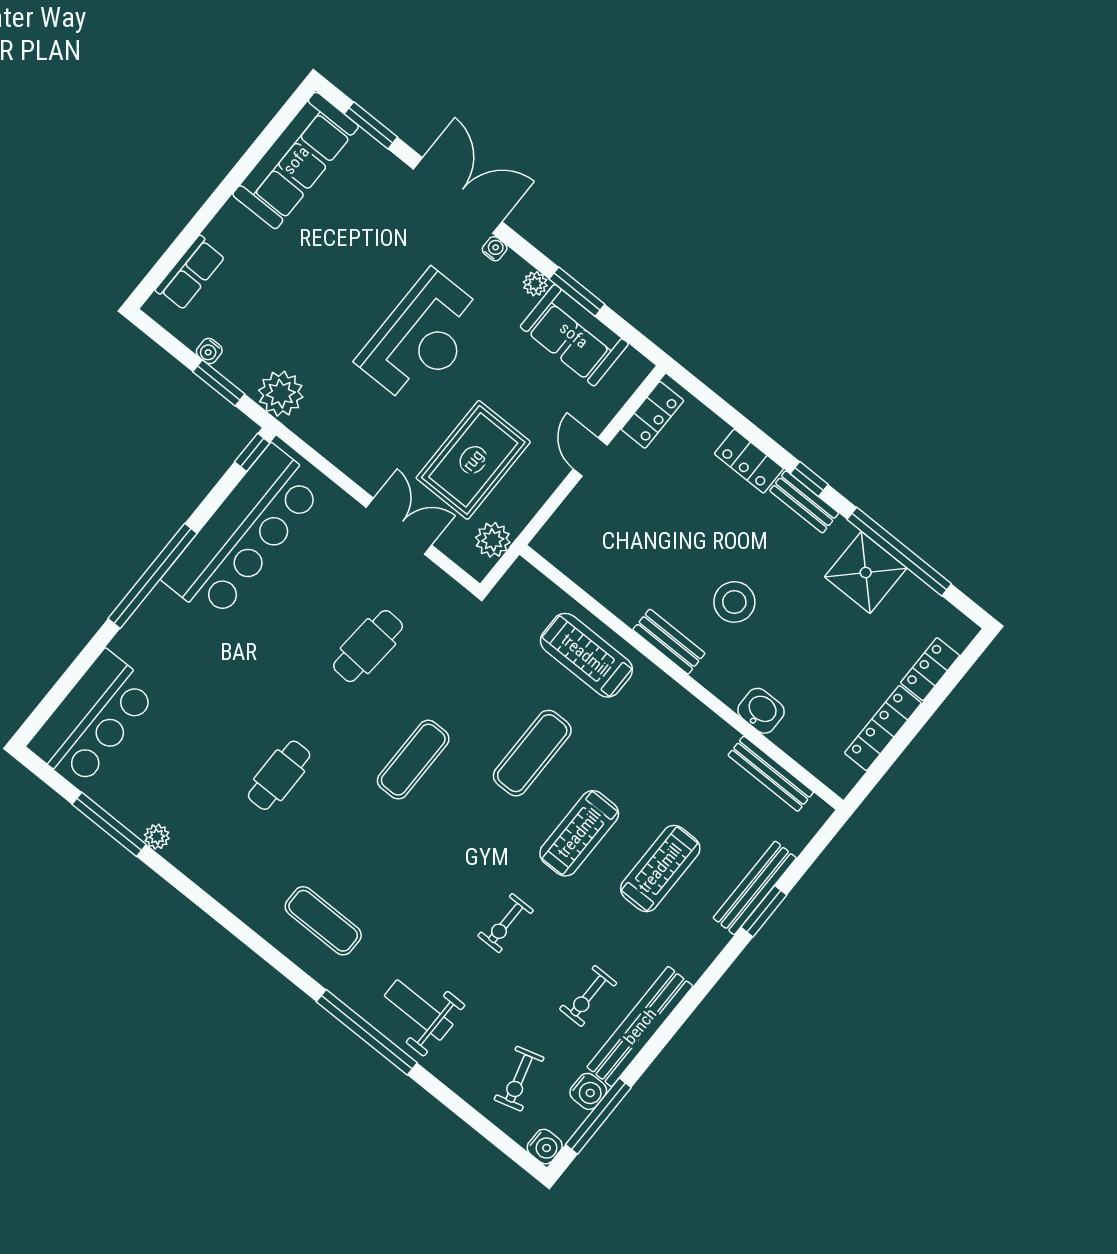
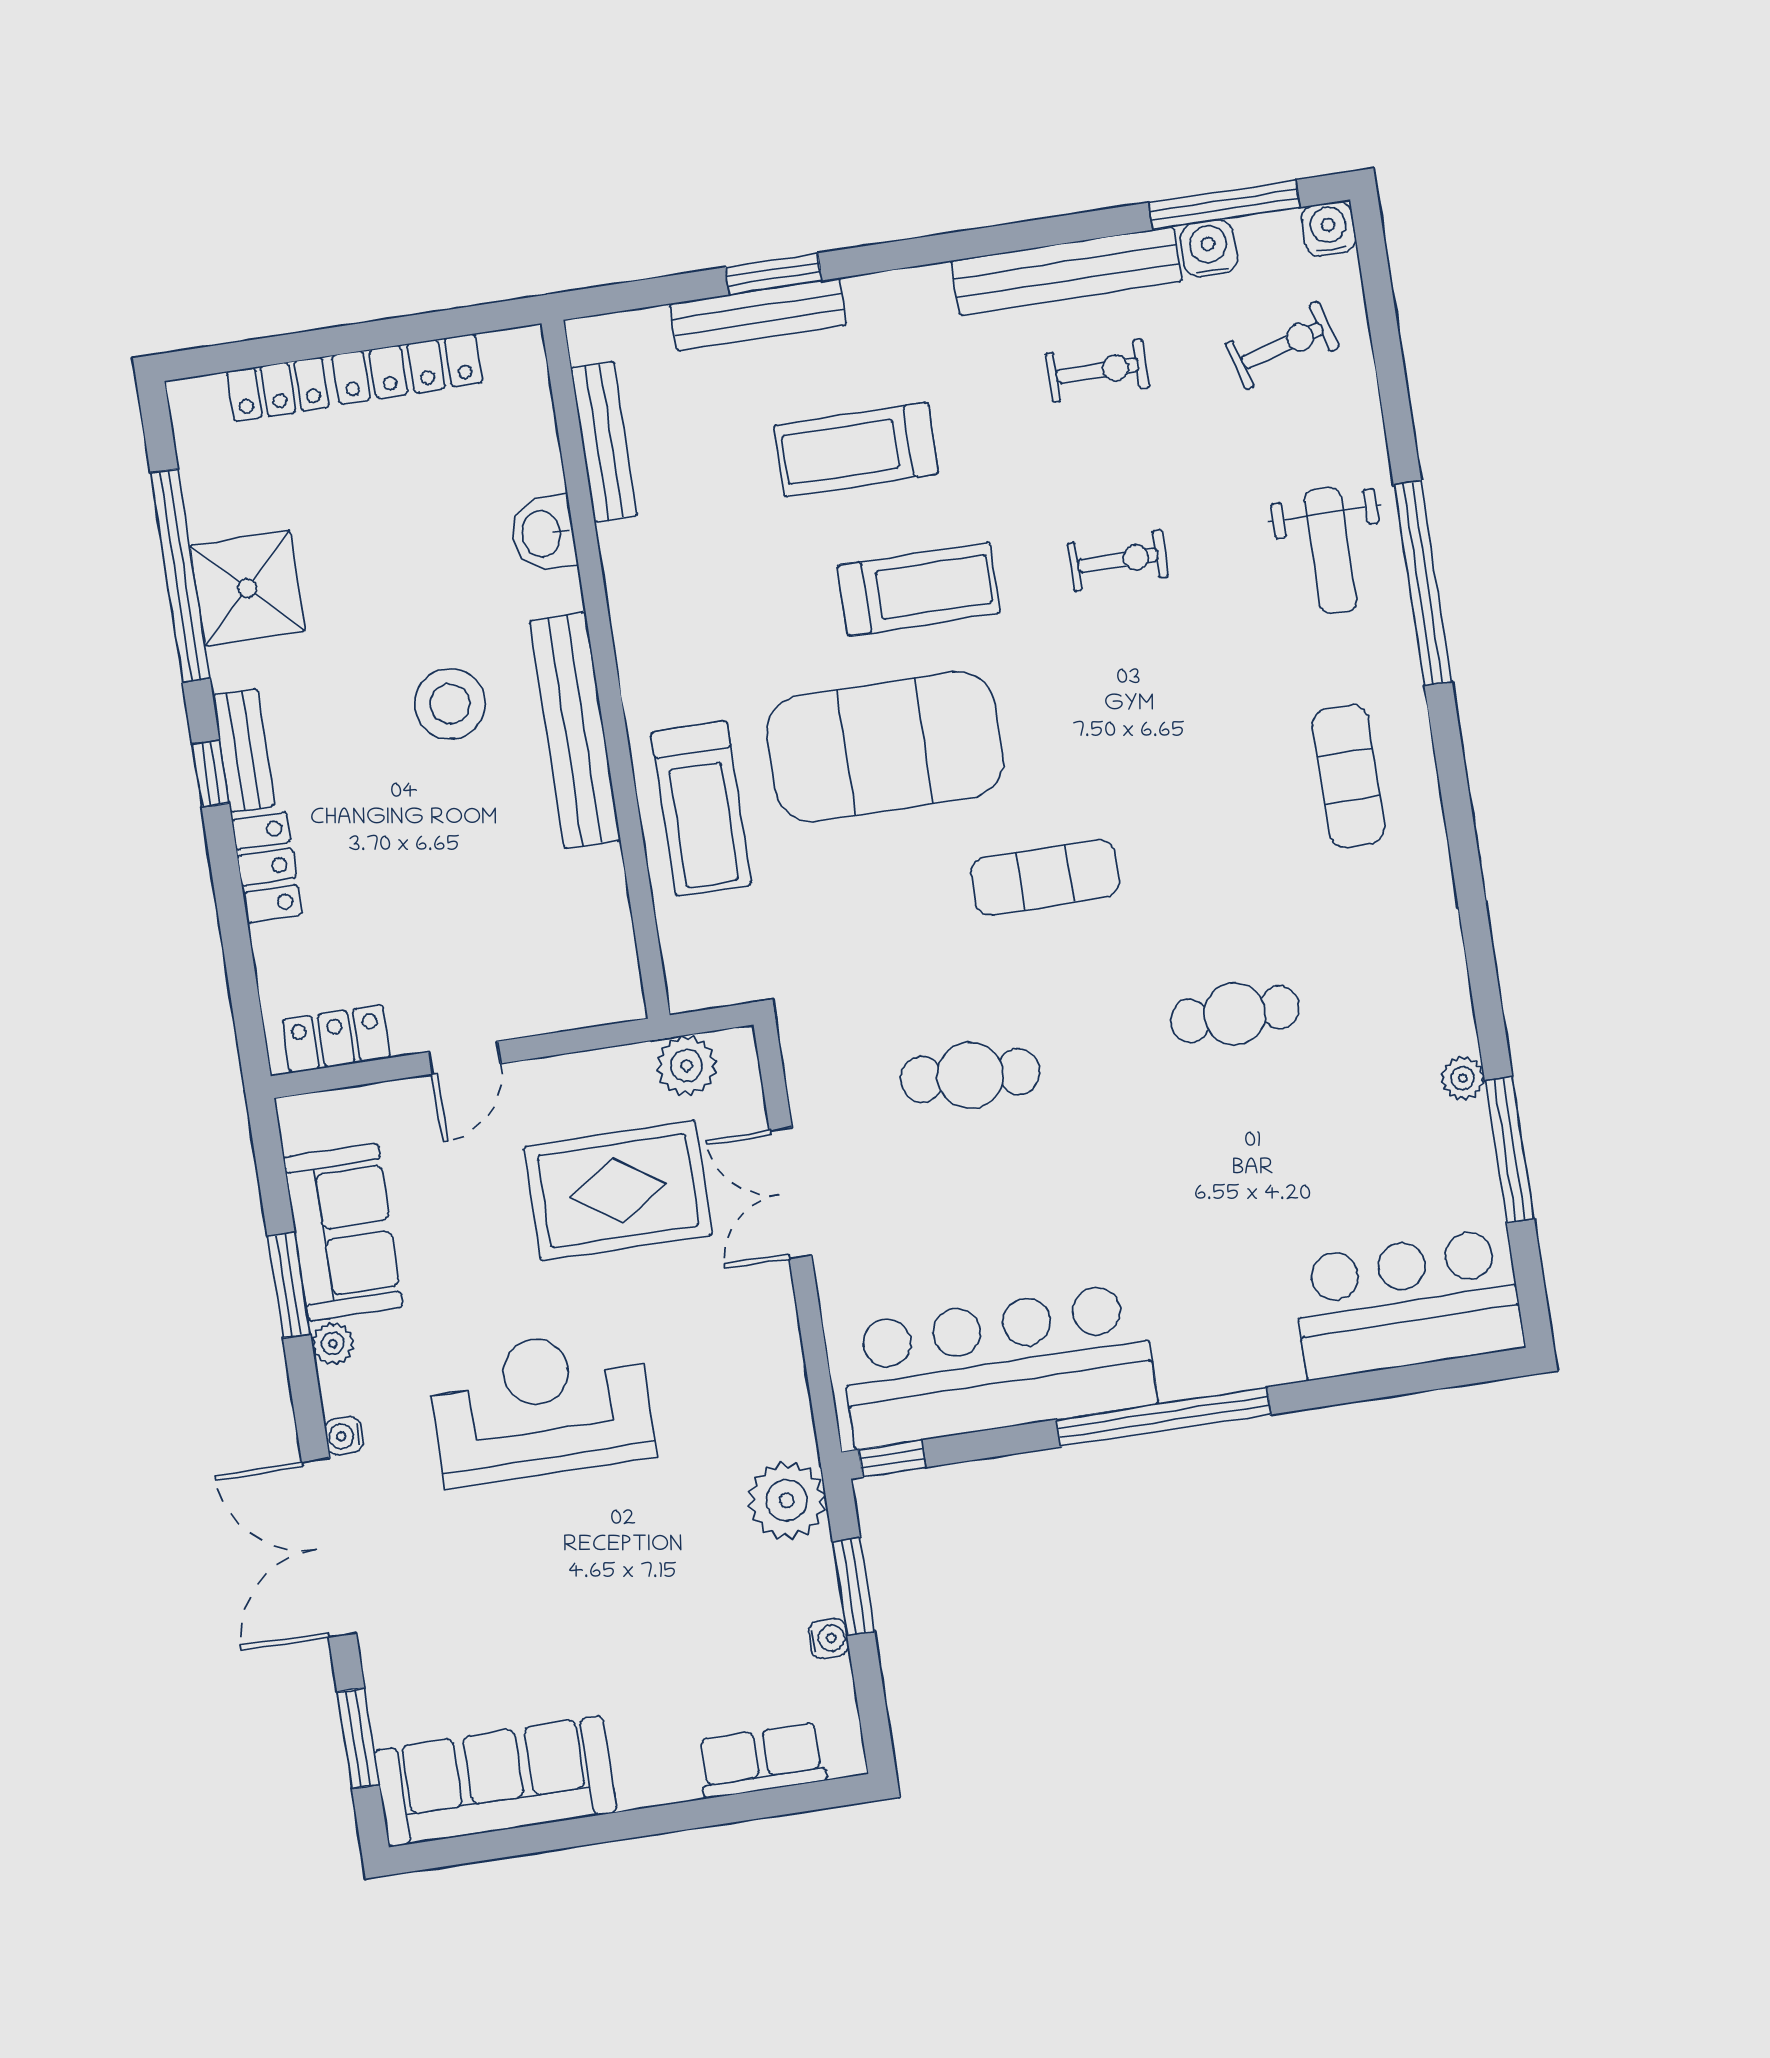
bench: (669, 642) -> (575, 730), width x1.86, depth x1.21
exercise mat: (532, 753) -> (885, 747), width x2.00, depth x1.45

